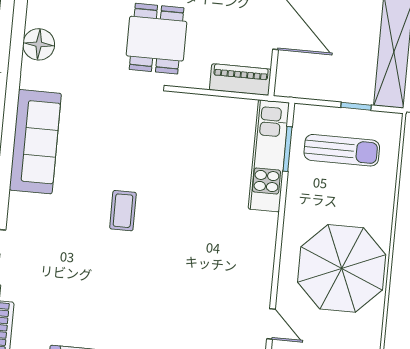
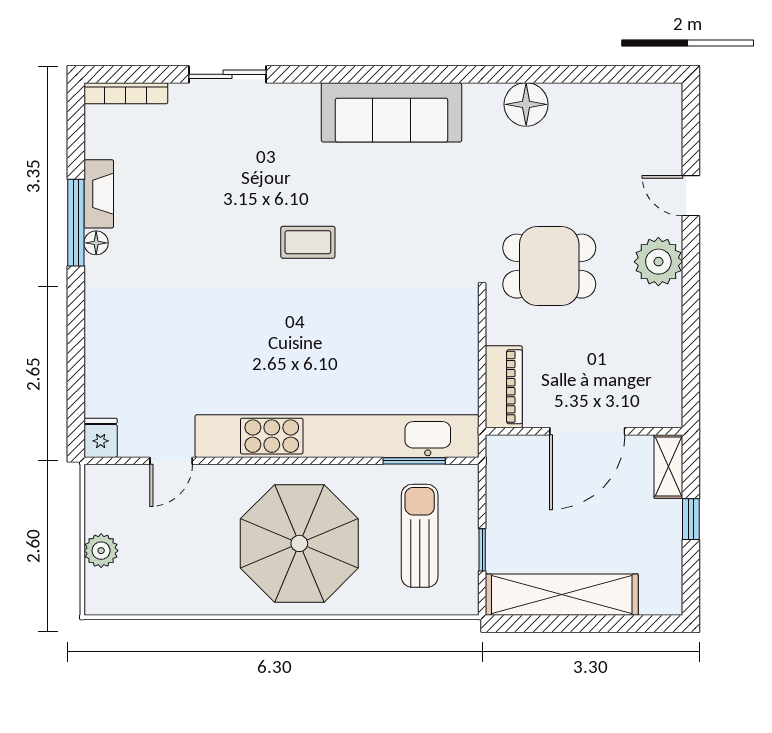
sun lounger: (342, 150) -> (420, 536), turned 180
kitchen unit: (269, 156) -> (337, 436), width x1.86
parasol: (342, 268) -> (299, 543), moved

